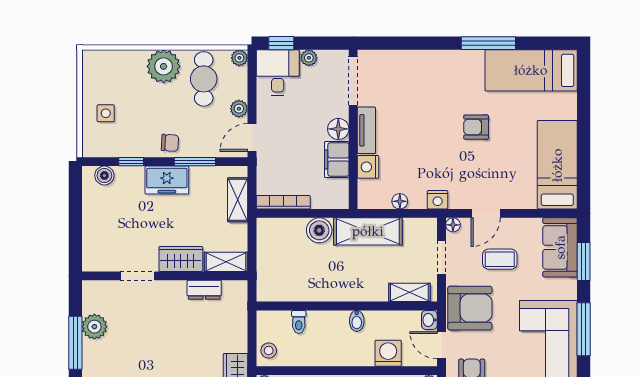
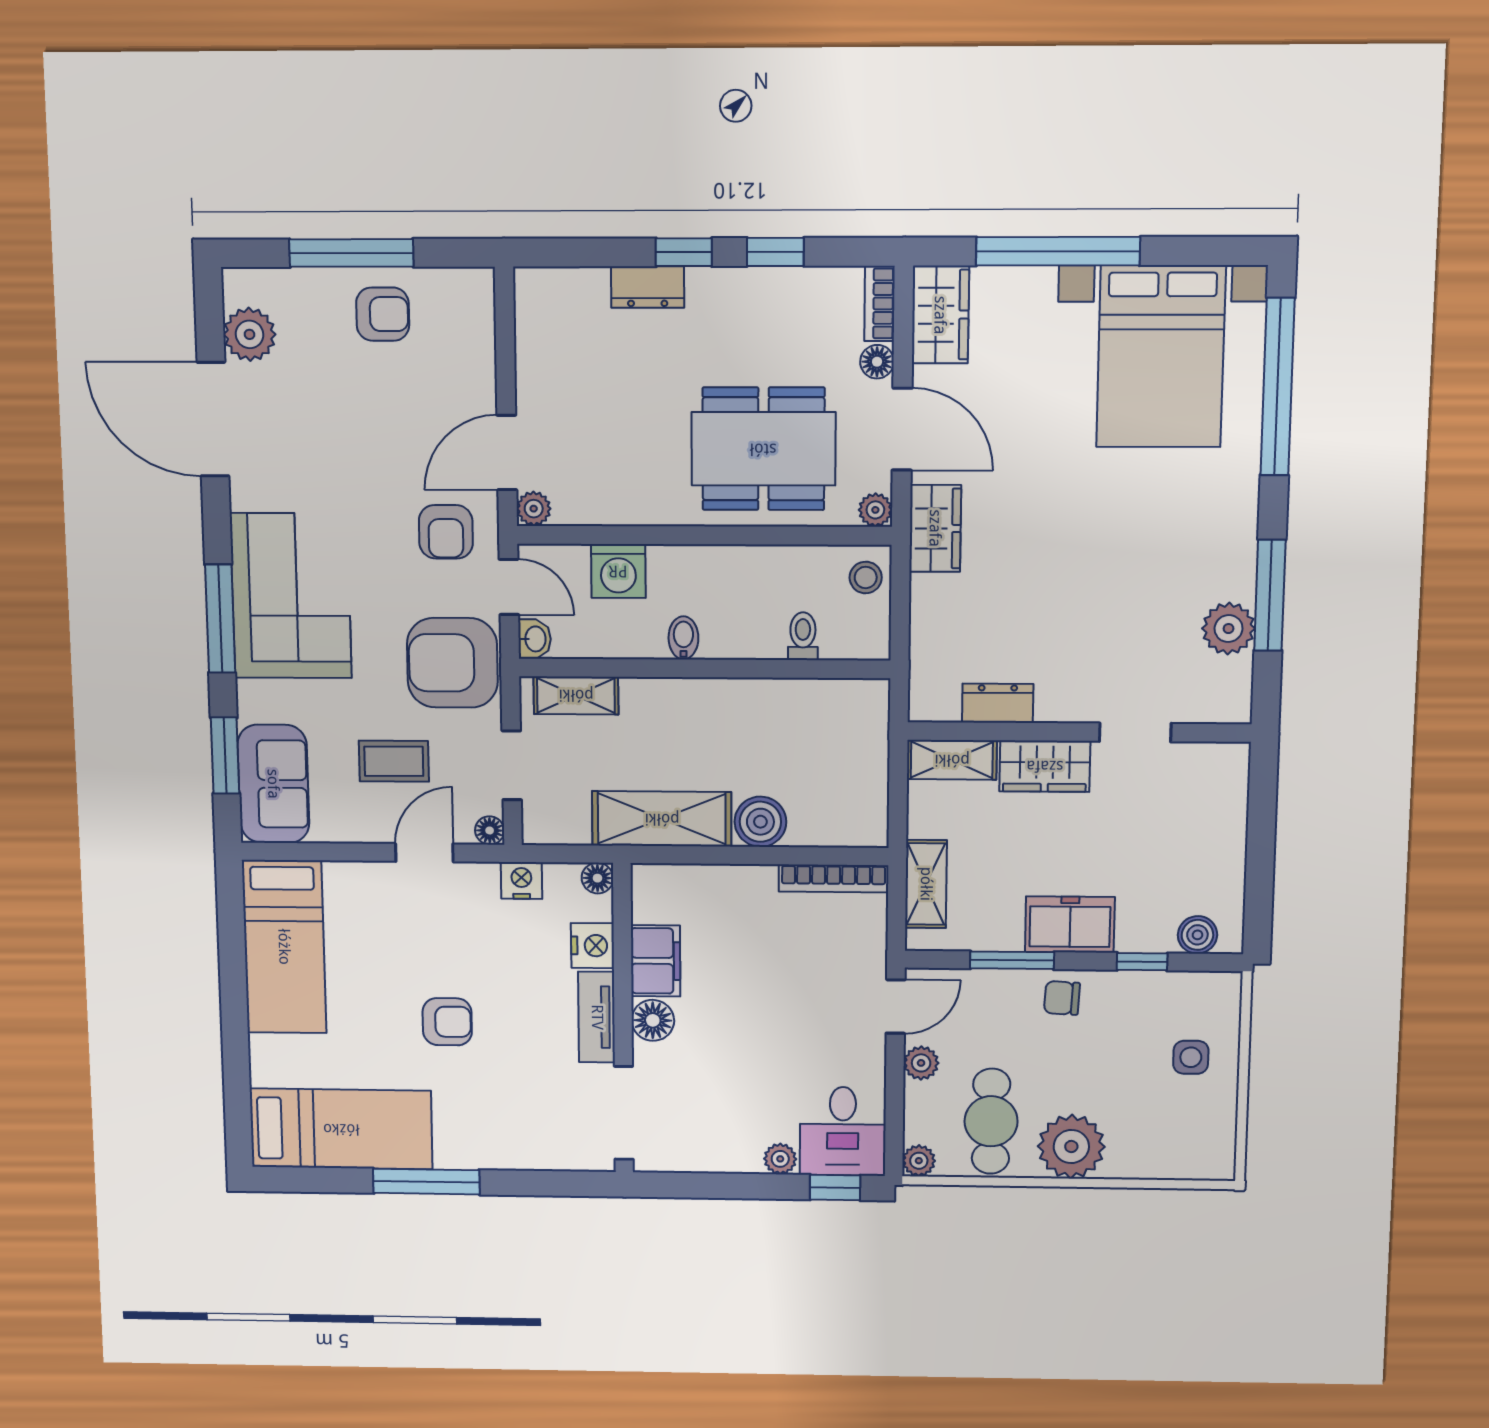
doorway: (353, 81) -> (624, 1113), moved
floor lamp: (338, 129) -> (653, 1020), moved
wall: (353, 129) -> (623, 1019), moved
tv unit: (366, 130) -> (597, 1017), moved
filing cabinet: (337, 160) -> (656, 961), moved
nightstand: (368, 167) -> (592, 946), moved

